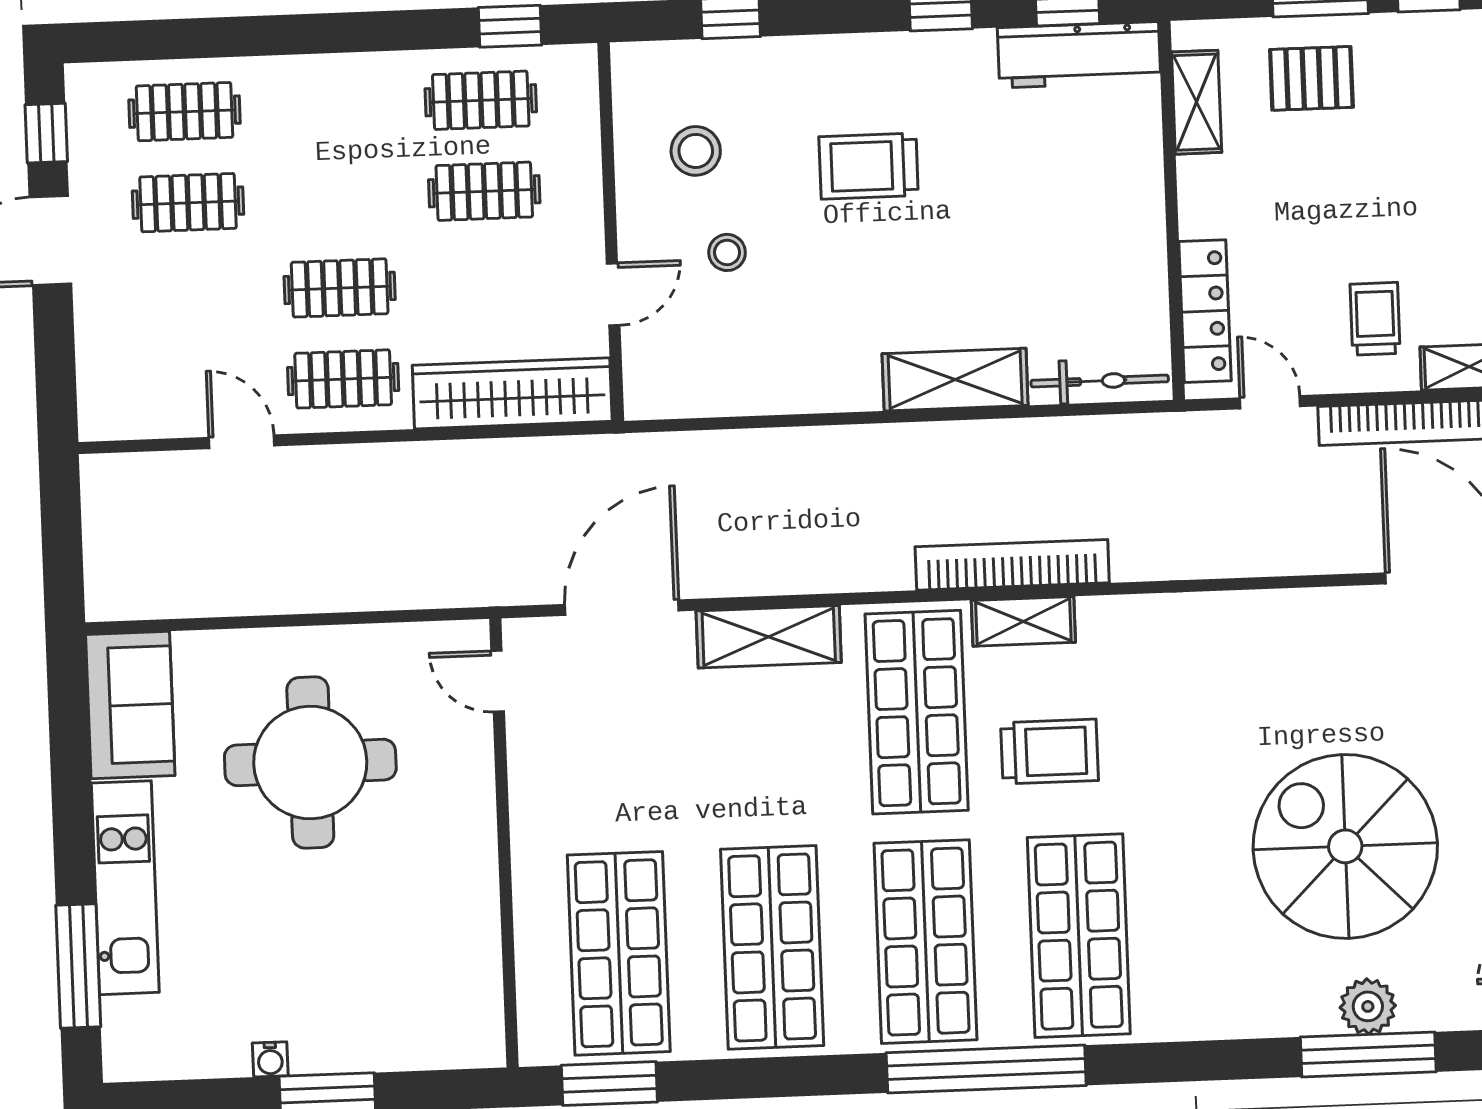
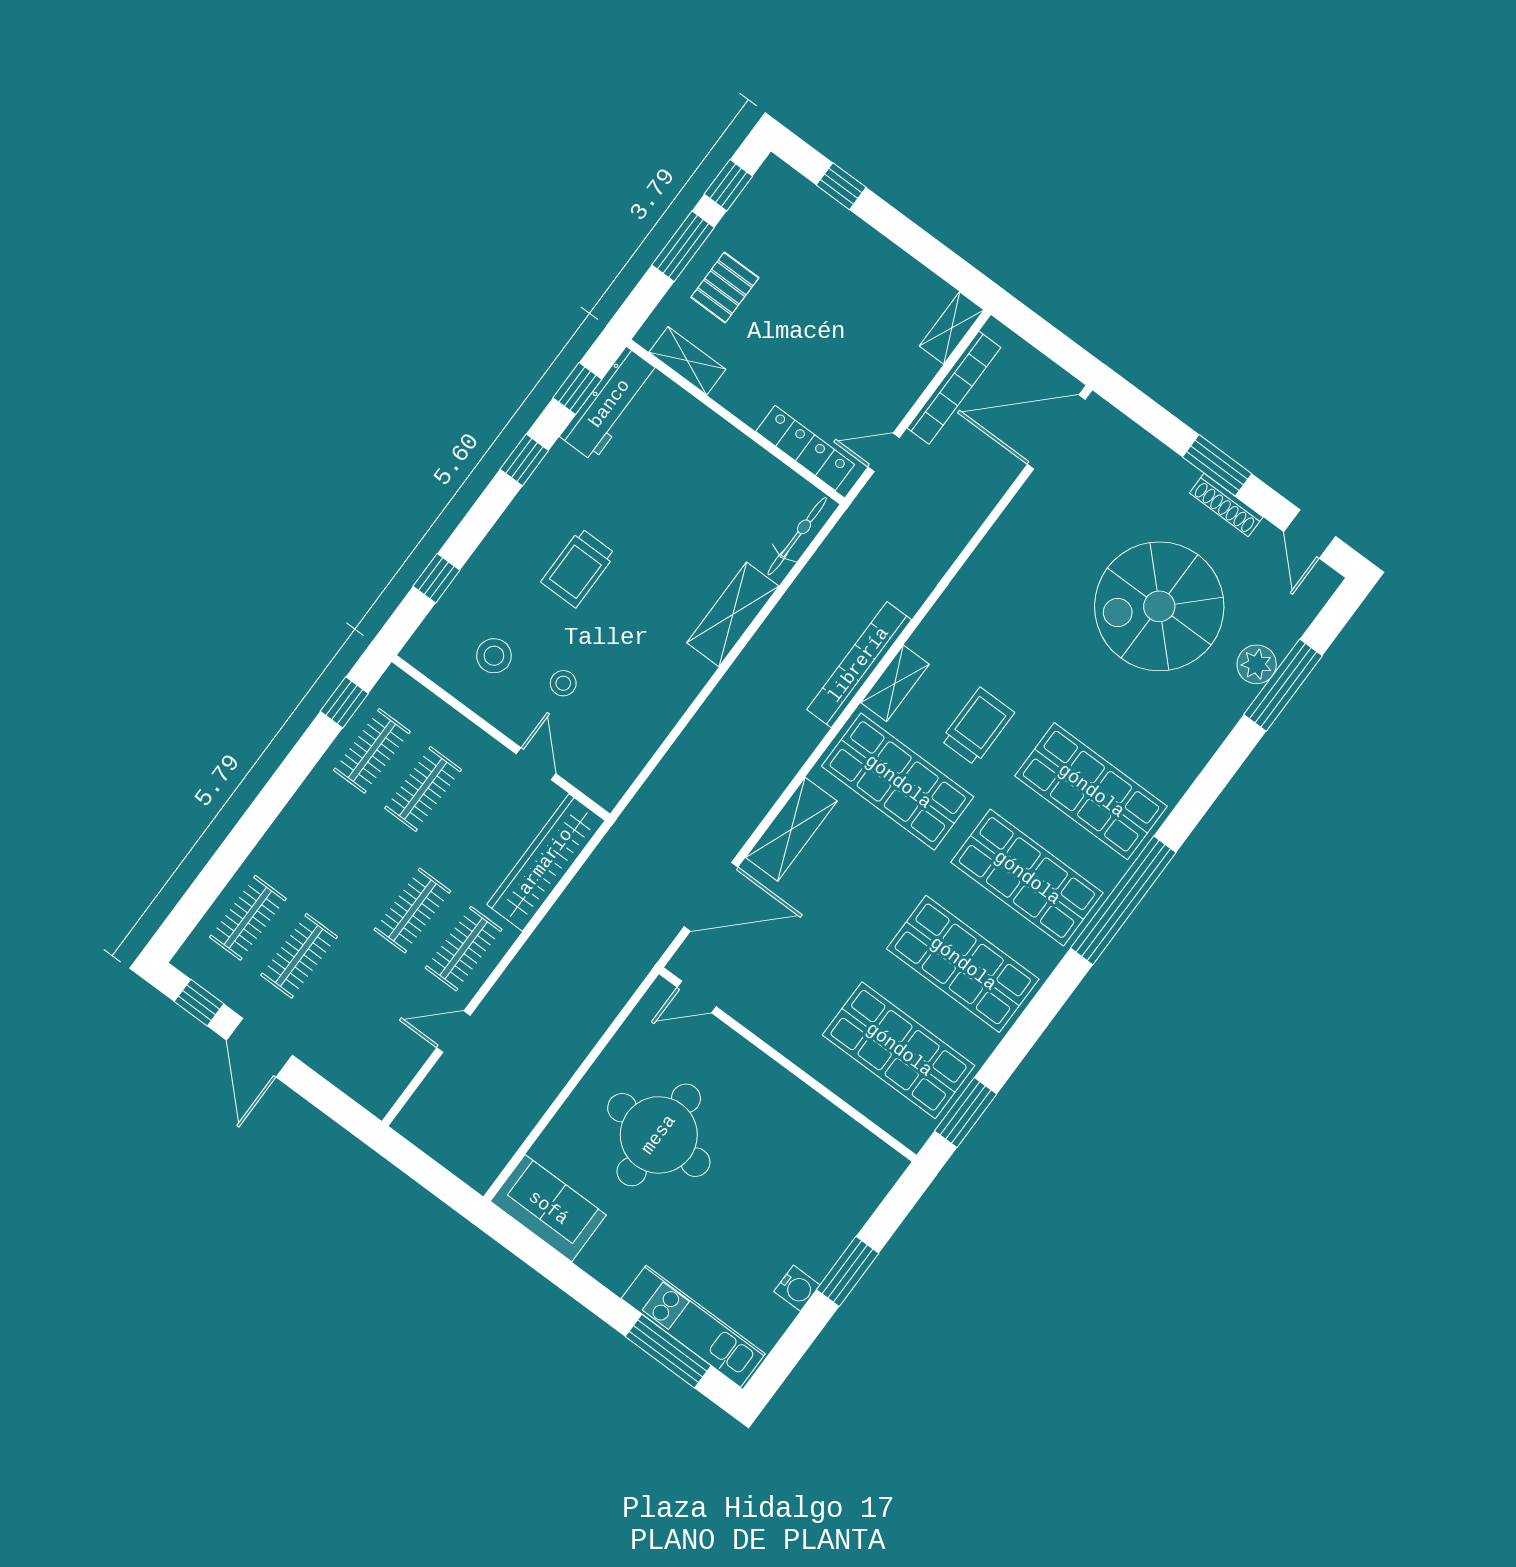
trolley: (1375, 319) -> (884, 358), removed
door: (622, 608) -> (711, 897), swing flipped
kitchen unit: (125, 888) -> (693, 1326), moved
water cooler: (270, 1059) -> (797, 1288), width x1.38, depth x1.38

